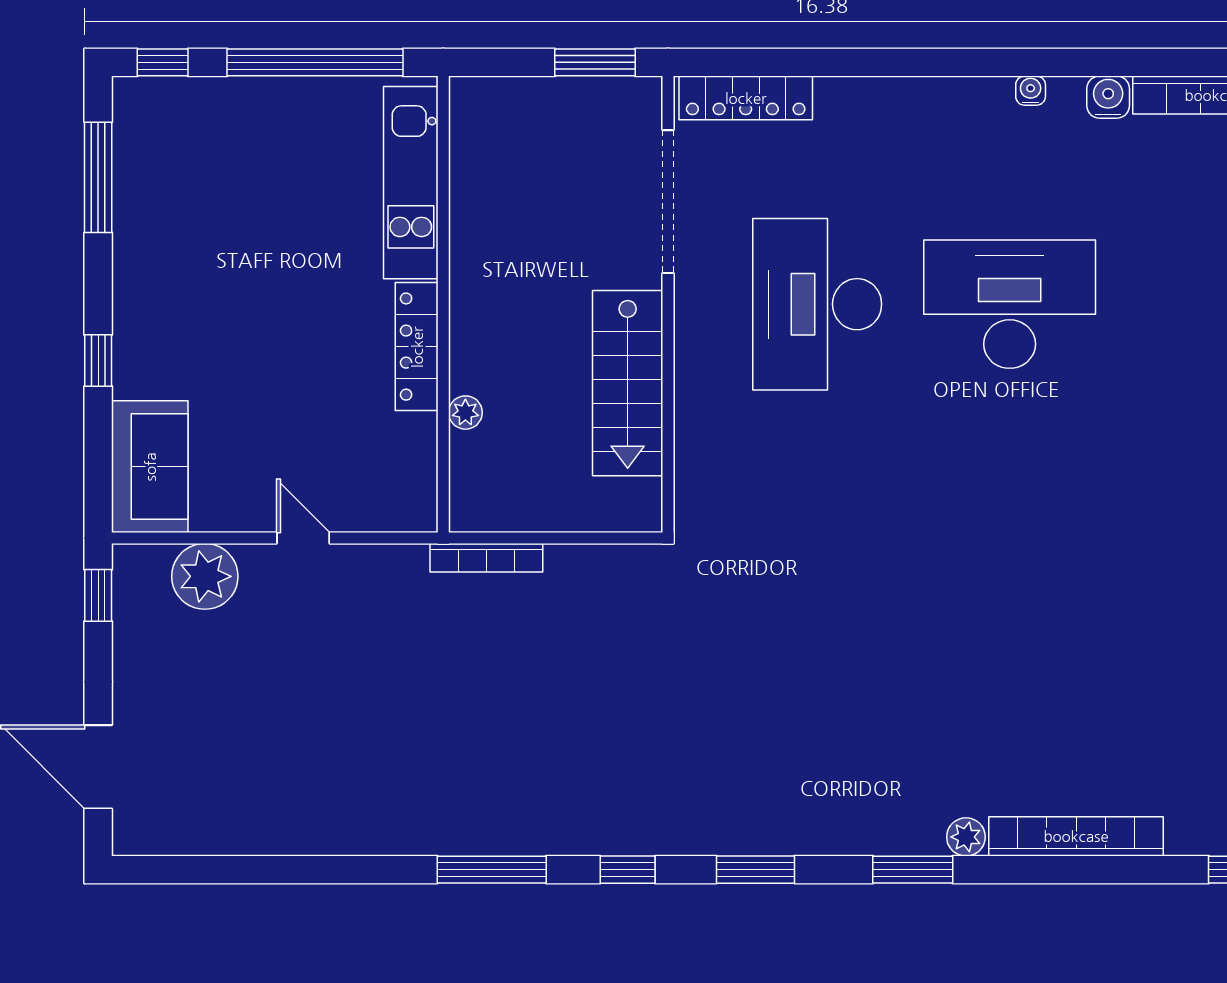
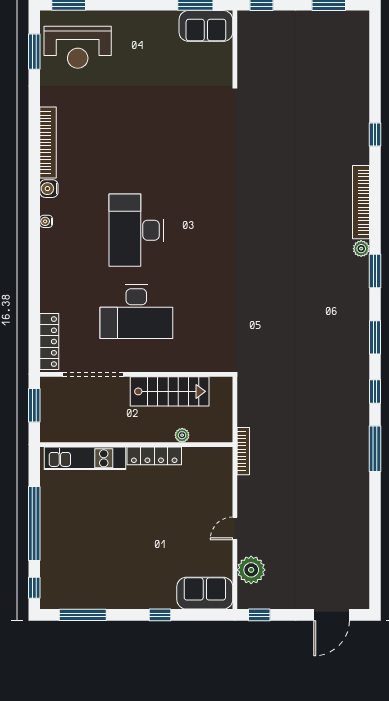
kitchen unit: (411, 183) -> (85, 458), moved
wall: (443, 304) -> (136, 445), moved
locker: (417, 347) -> (154, 456), moved
plant: (465, 413) -> (182, 435), moved

